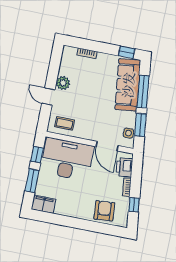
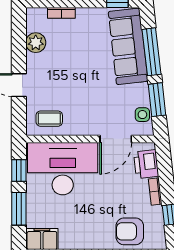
plant: (63, 83) -> (36, 43), moved
door: (107, 146) -> (116, 139), hinge flipped
armchair: (104, 211) -> (130, 231), turned -86

